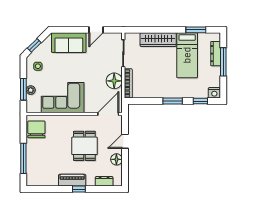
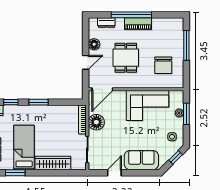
chair: (36, 129) -> (163, 65), moved
window: (79, 189) -> (131, 15), width x3.17

